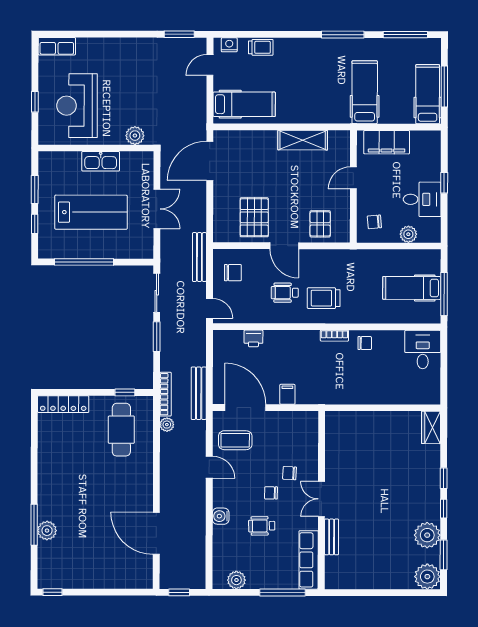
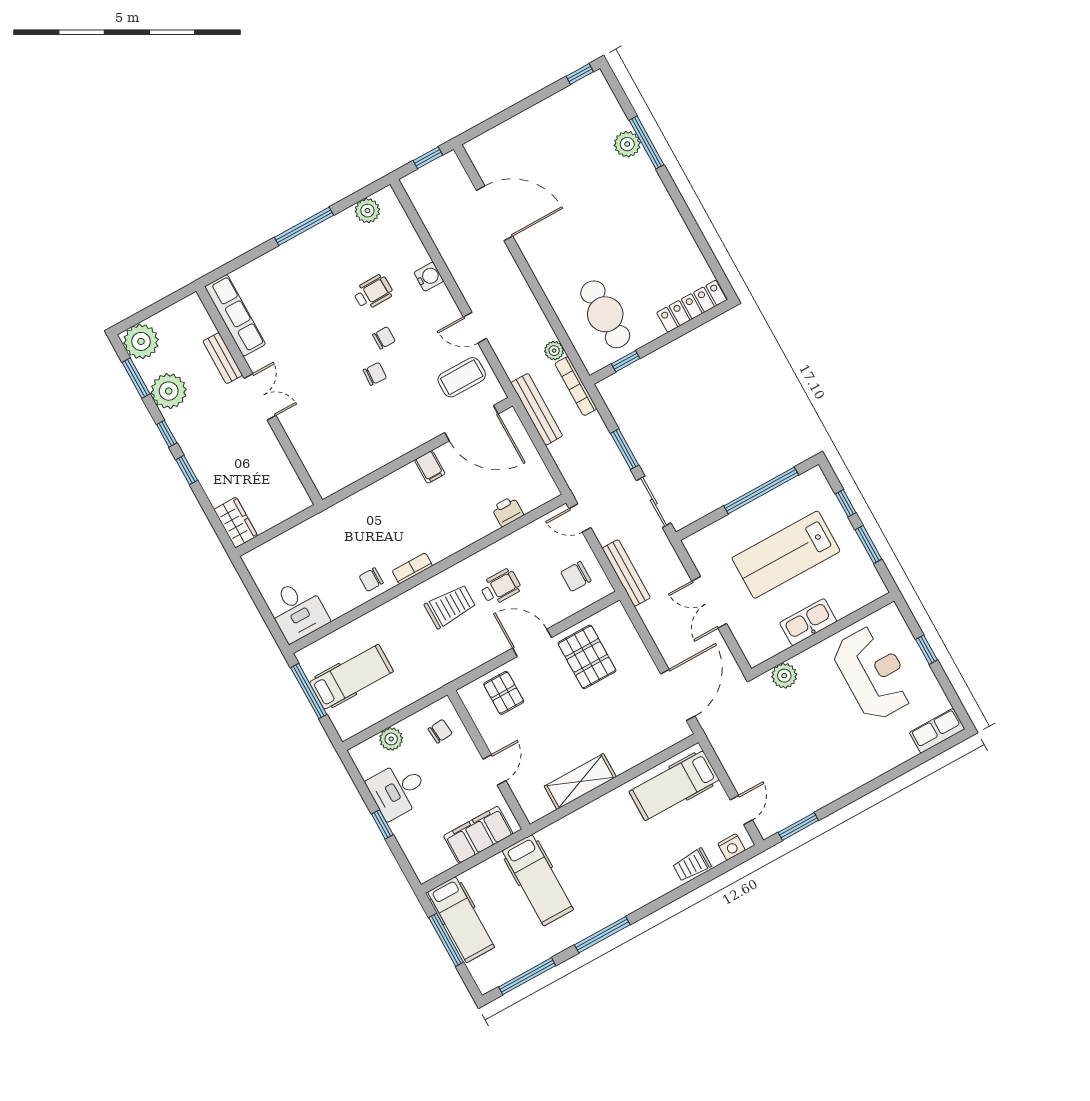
double door: (321, 499) -> (260, 397), moved
wall: (321, 500) -> (259, 396), moved
bench: (332, 537) -> (223, 358), moved
row of seats: (309, 560) -> (235, 315), moved

